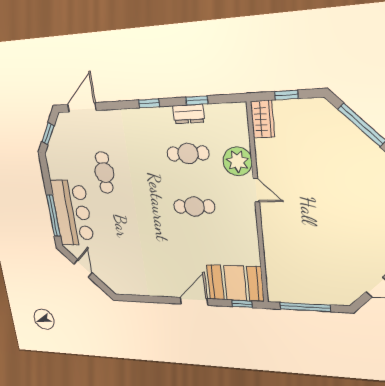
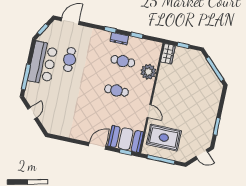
dresser: (189, 114) -> (119, 39), moved
door: (256, 190) -> (149, 111), moved
bar counter: (72, 213) -> (43, 63), moved
rug: (299, 270) -> (164, 138), added

